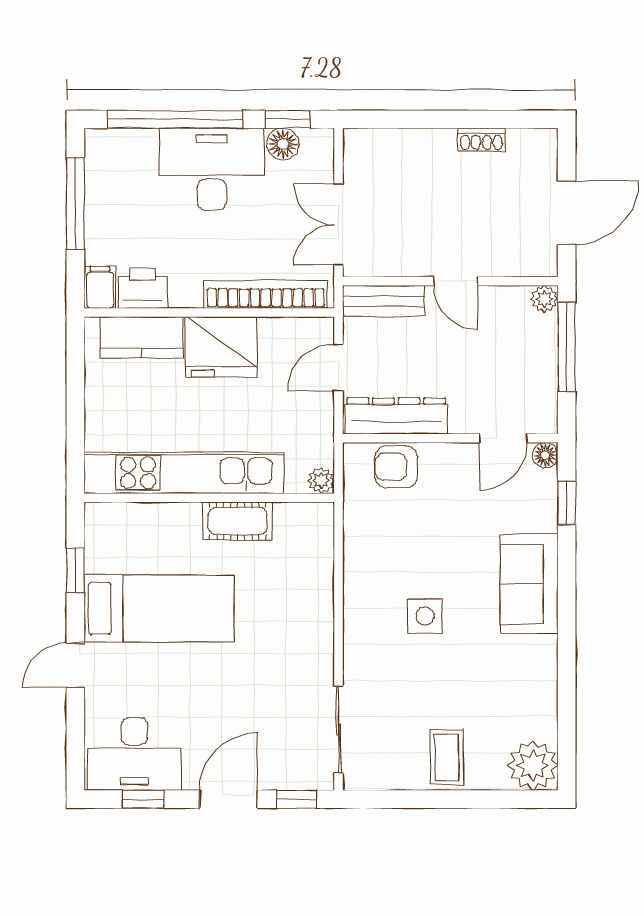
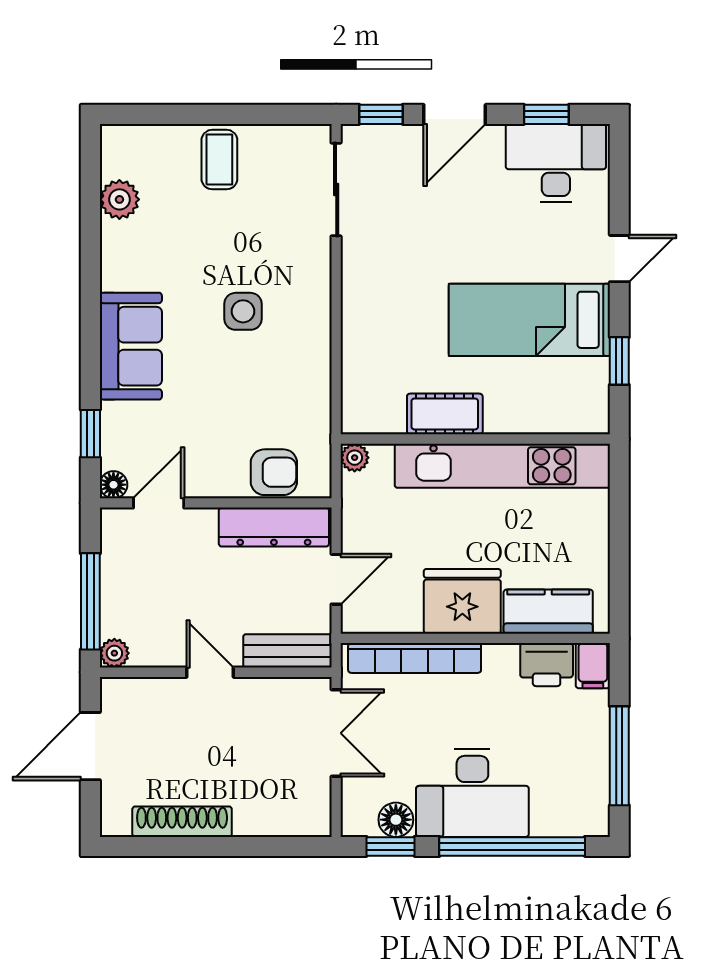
shoe rack: (481, 140) -> (182, 822), width x1.94, depth x1.24
plant: (533, 766) -> (119, 199), moved, width x0.73, depth x0.73

